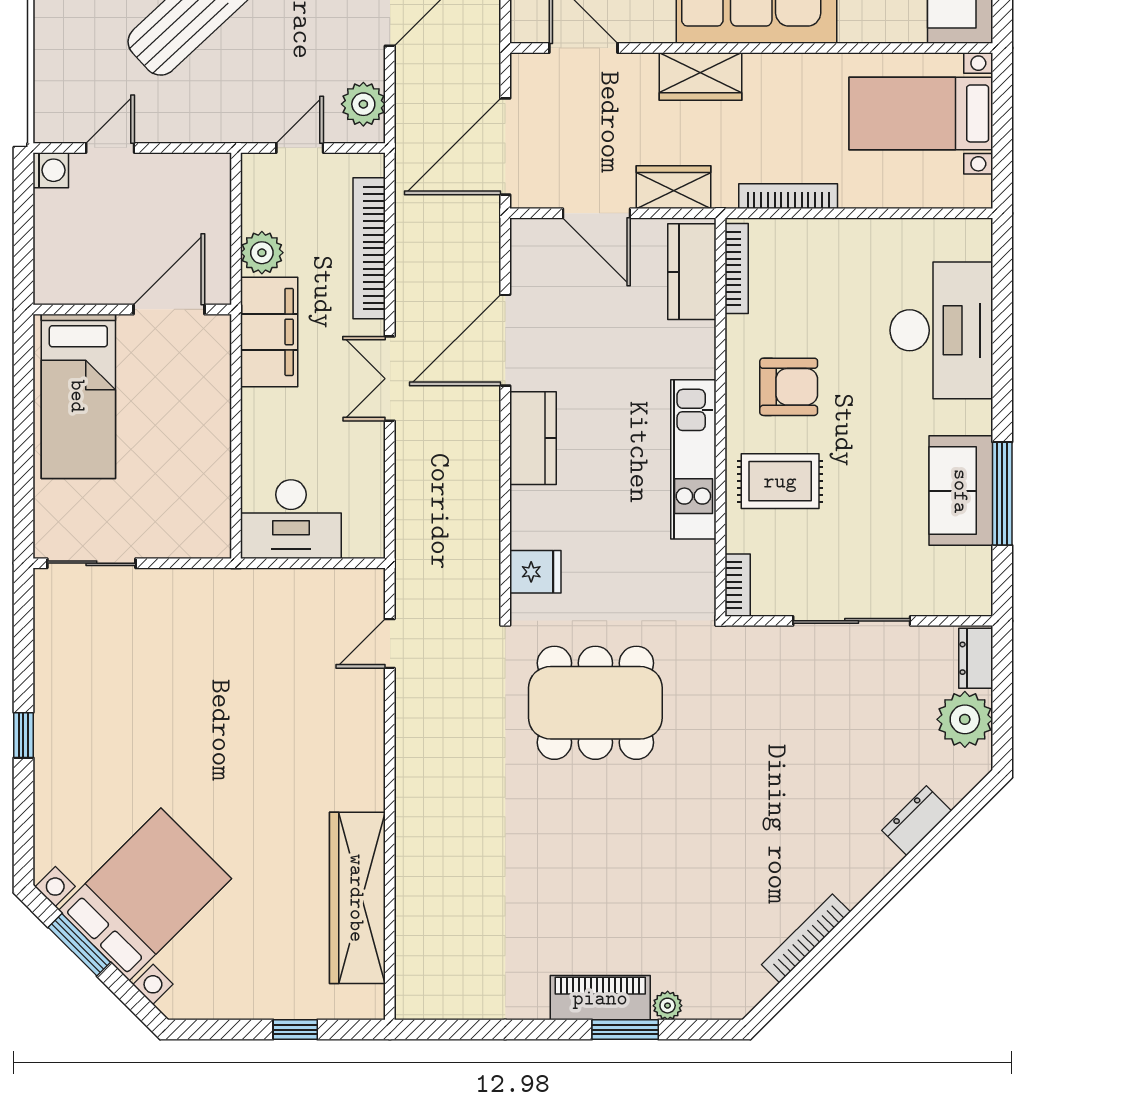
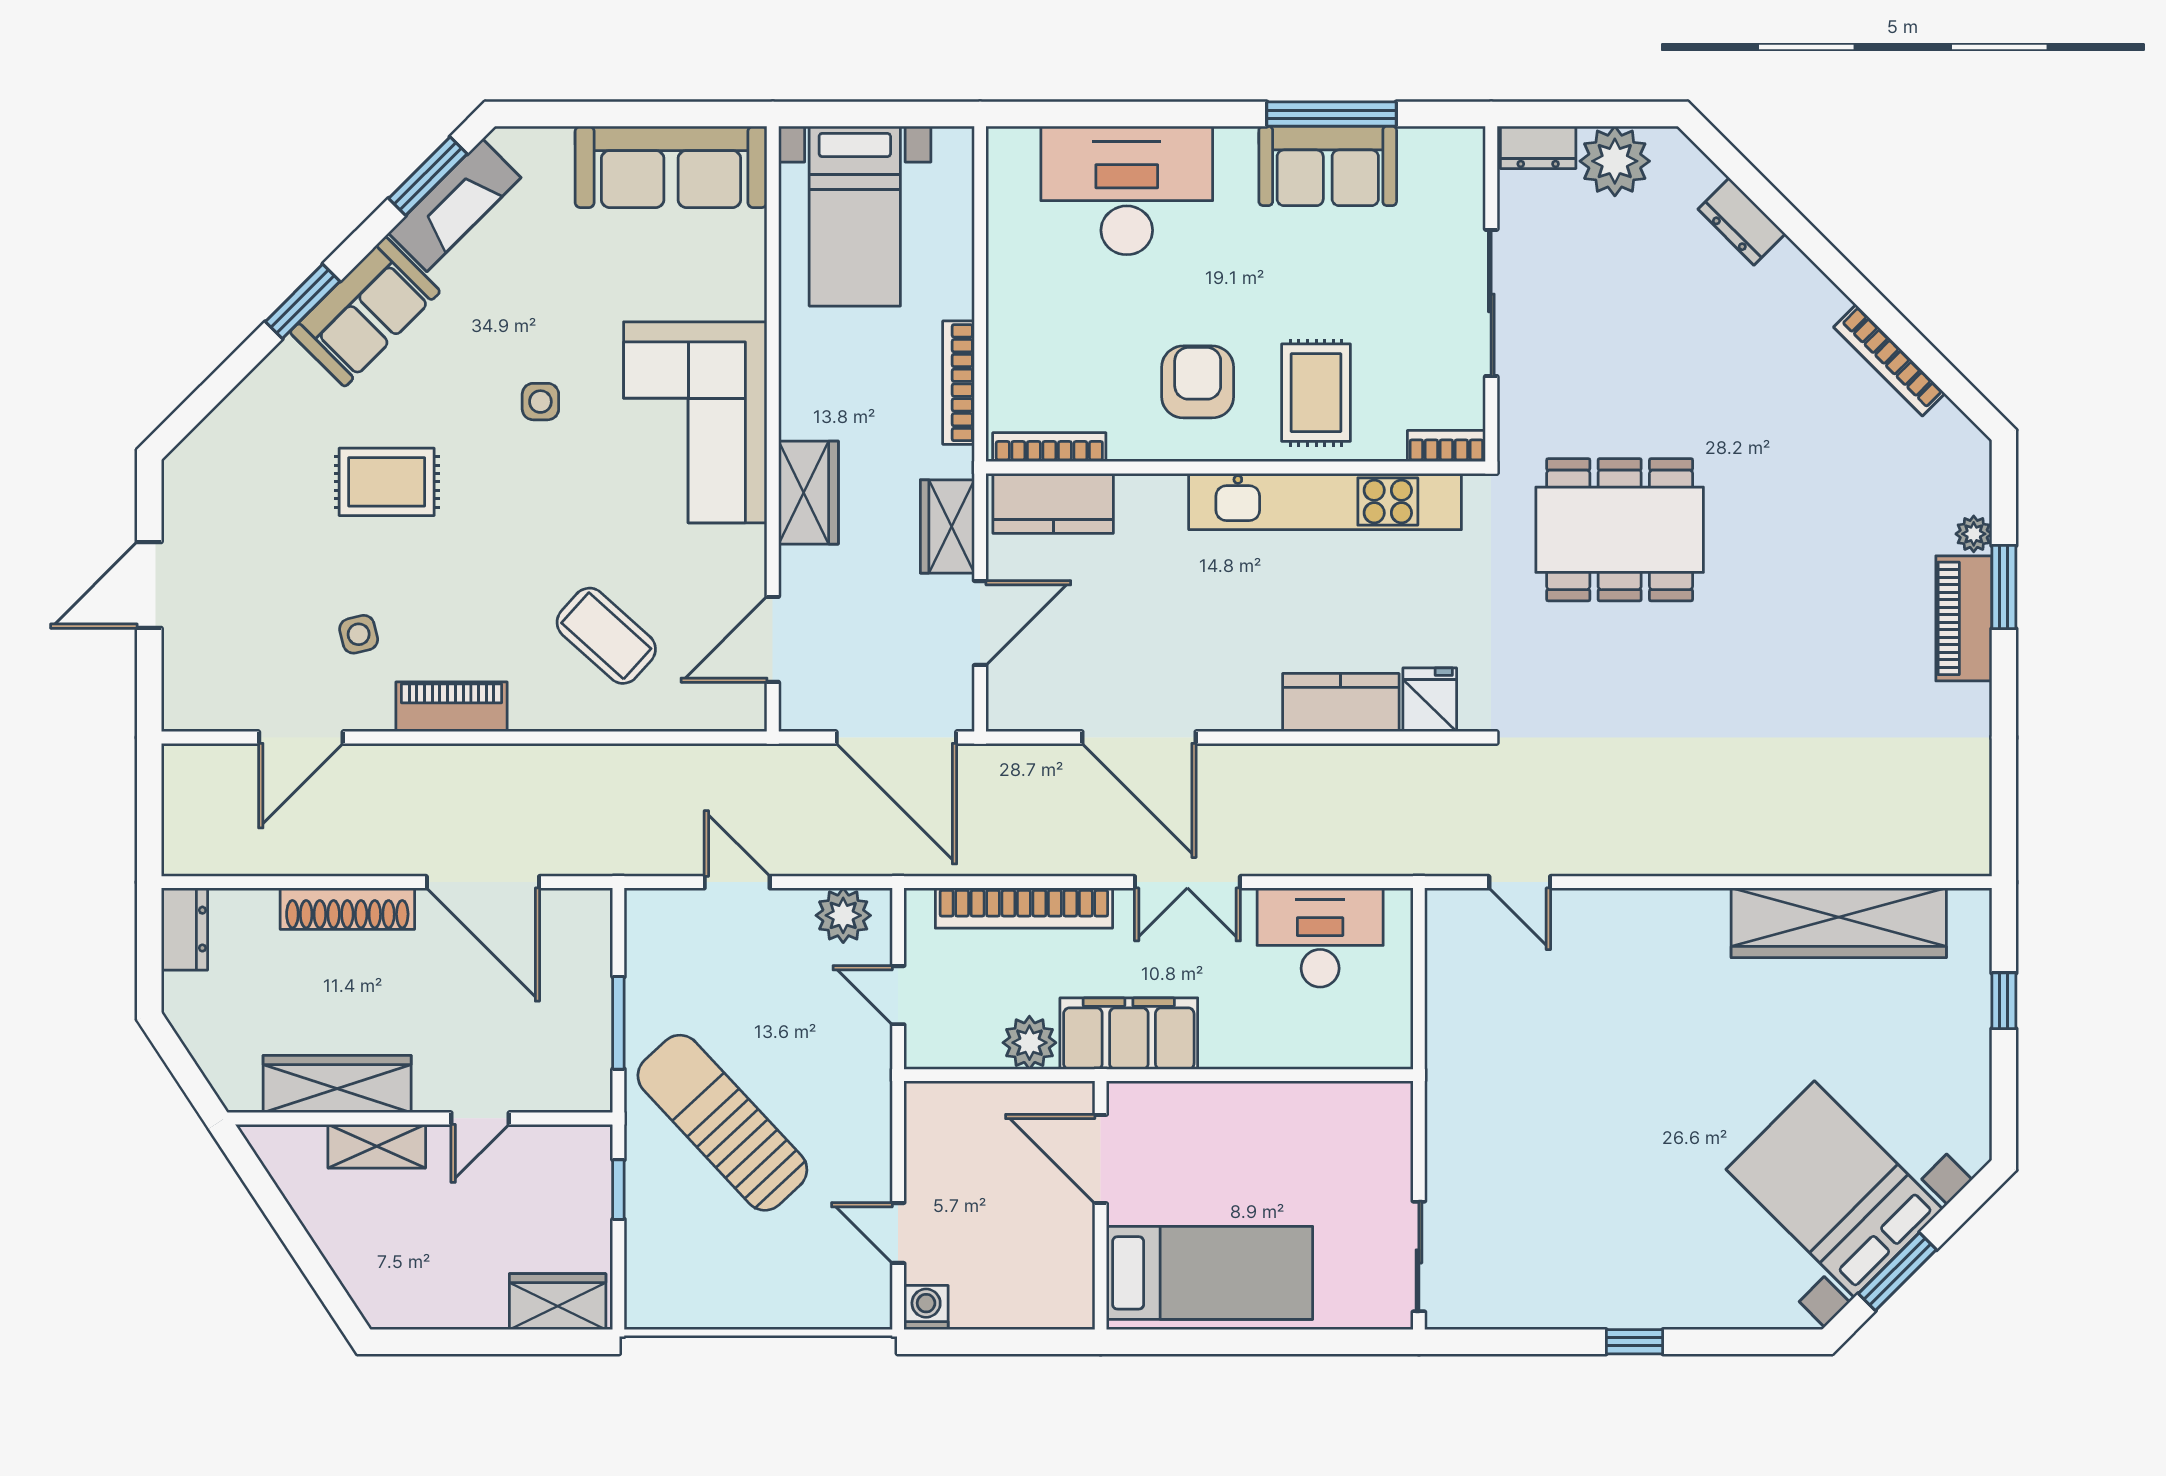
kitchen counter: (533, 438) -> (1341, 703), moved
kitchen unit: (693, 459) -> (1325, 501), width x1.36
desk: (291, 519) -> (1320, 938), moved, turned -90
dining table: (595, 703) -> (1620, 530), moved, turned 90

